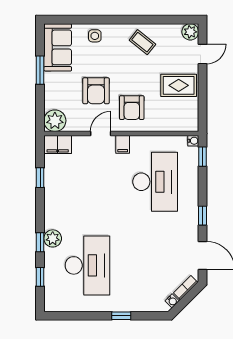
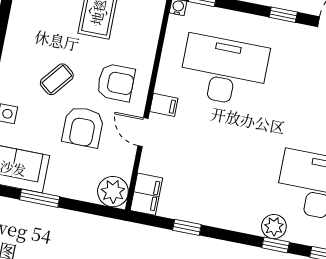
coffee table: (142, 42) -> (57, 79), moved
armchair: (96, 91) -> (83, 127), turned 90

